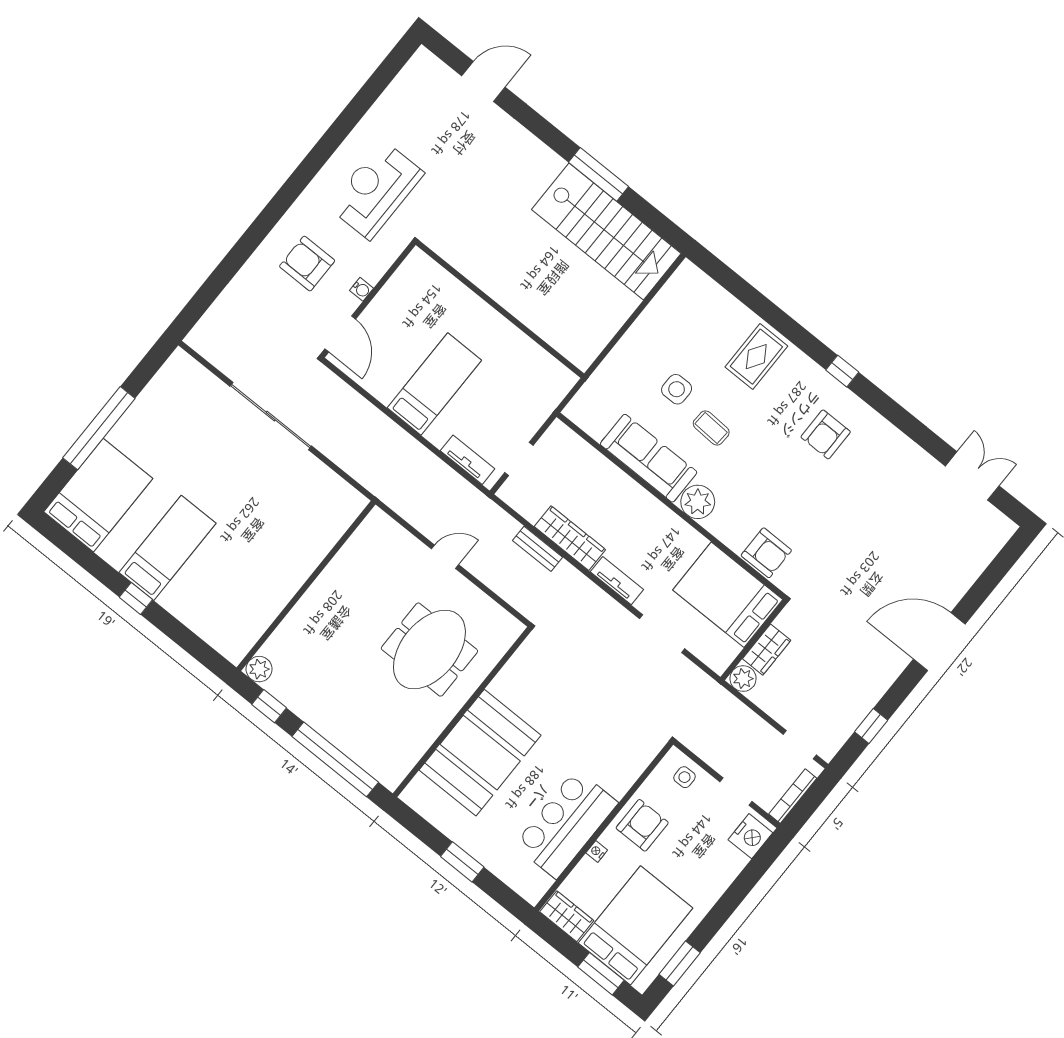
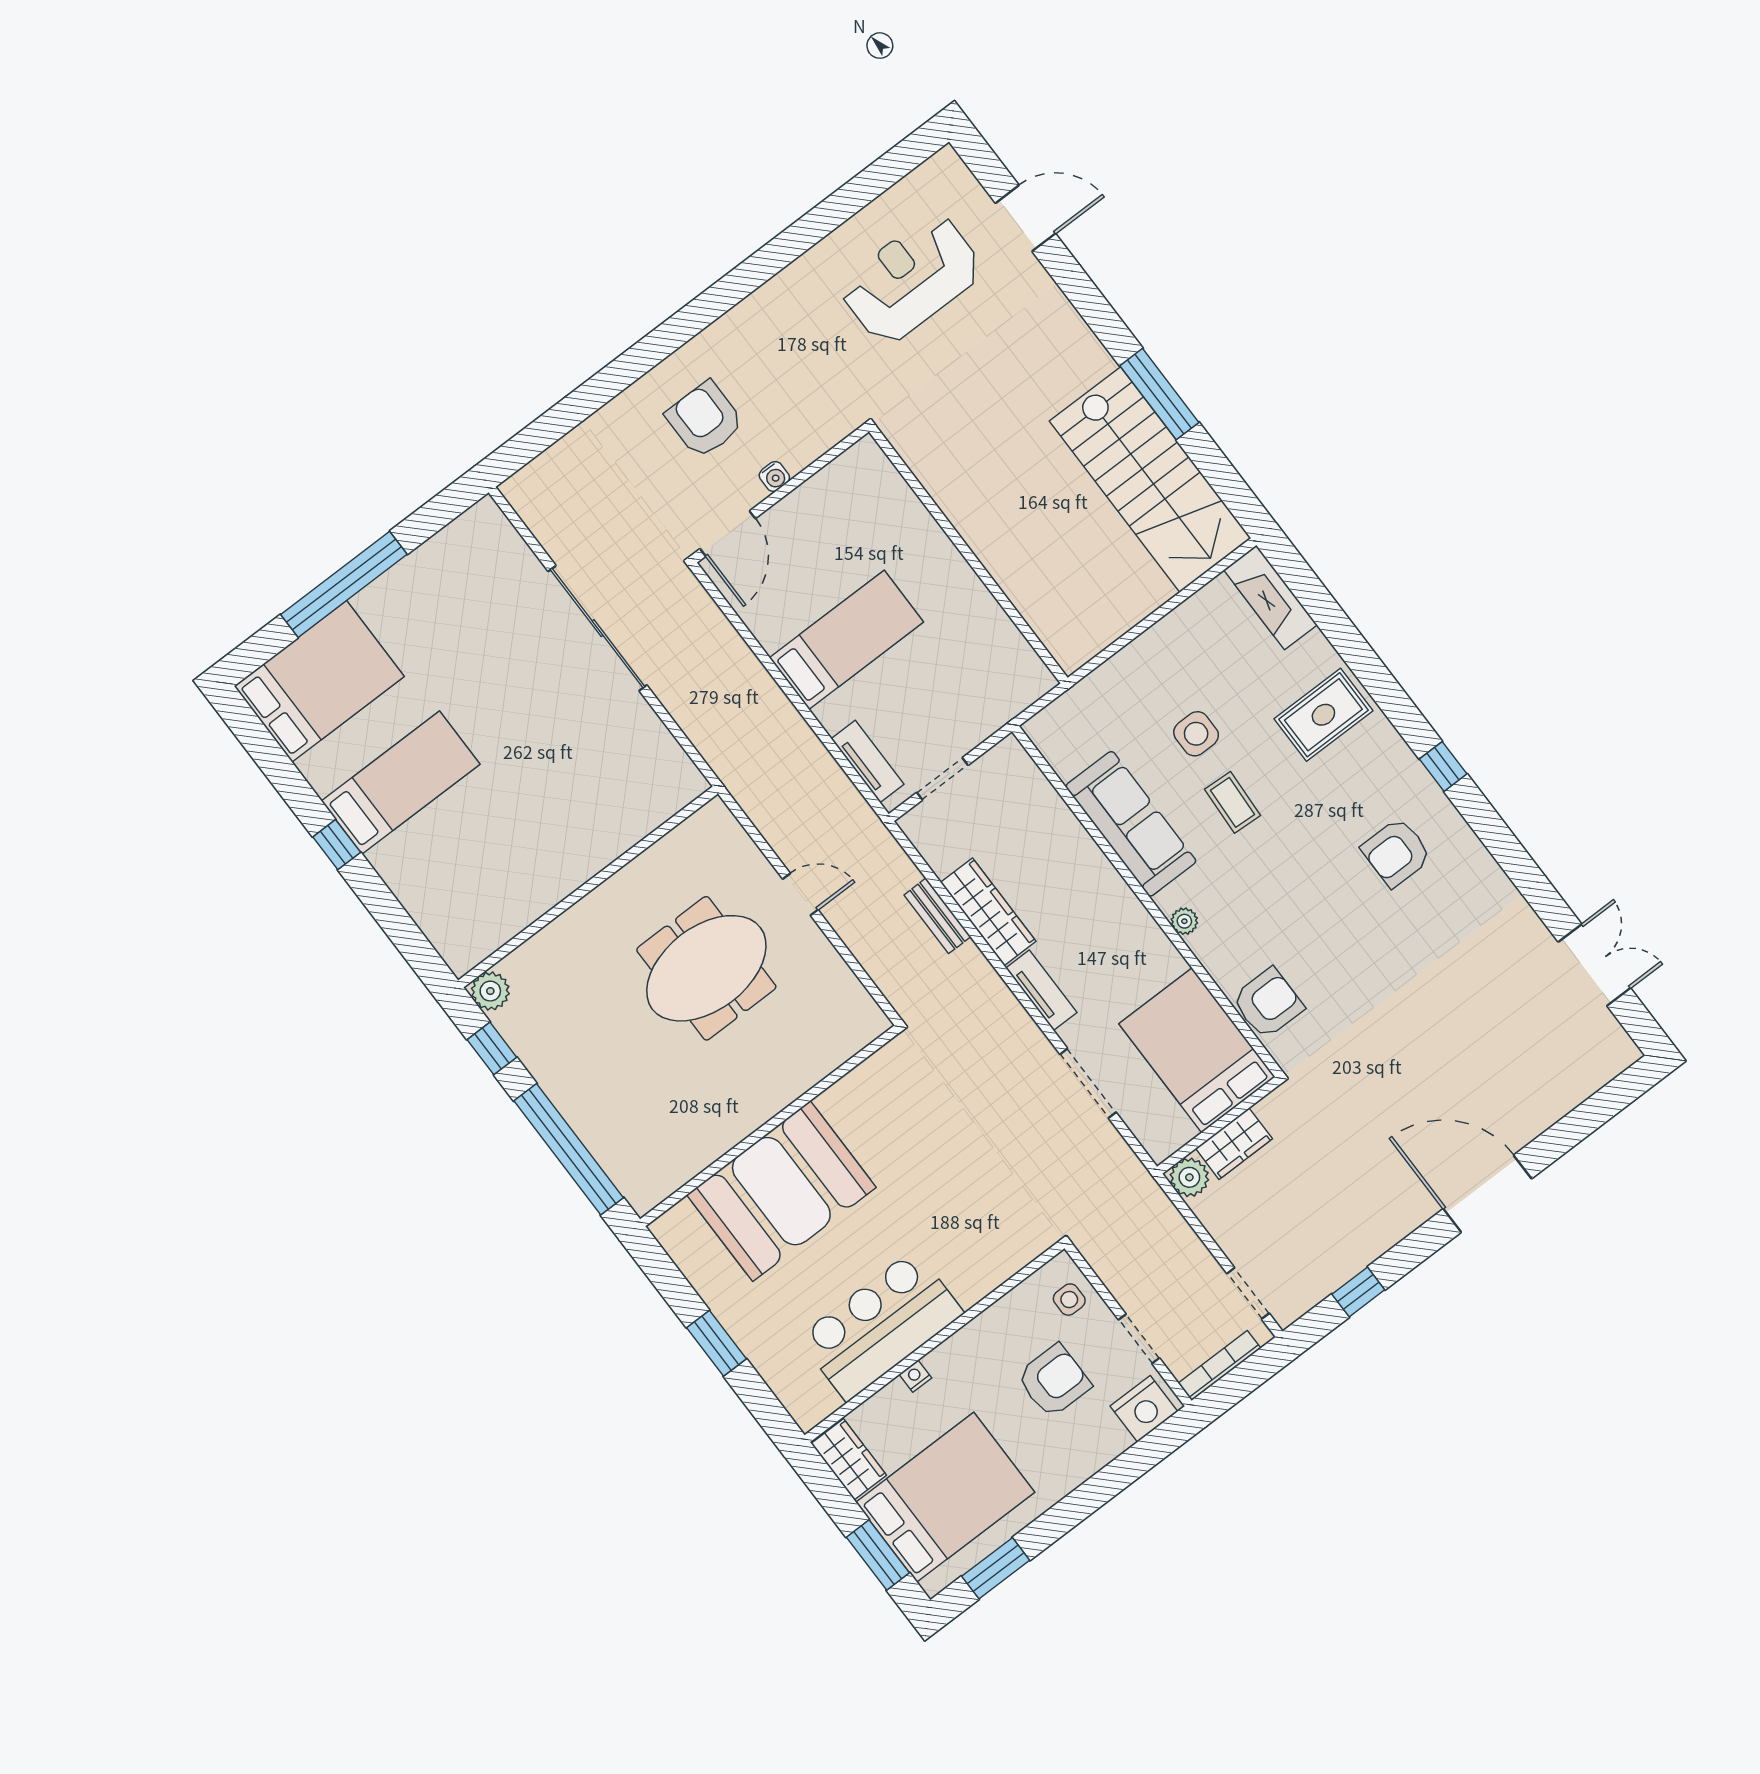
reception desk: (376, 190) -> (911, 279), moved
fireplace: (703, 289) -> (1270, 597), added
plant: (698, 502) -> (1184, 921), width x0.53, depth x0.53
armchair: (766, 553) -> (1268, 1003), turned -90
meeting table: (429, 650) -> (706, 968), moved
armchair: (642, 825) -> (1054, 1381), moved

